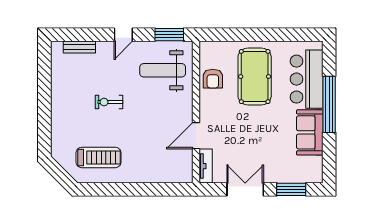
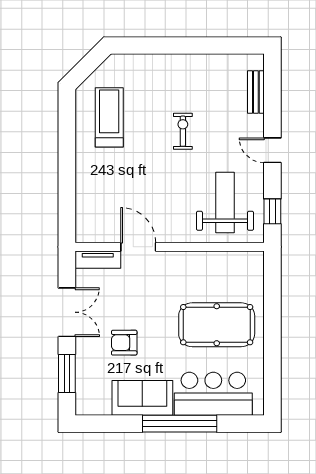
window: (169, 35) -> (272, 211), width x0.67
armchair: (213, 79) -> (124, 343), moved
treadmill: (99, 157) -> (109, 117), turned 180

